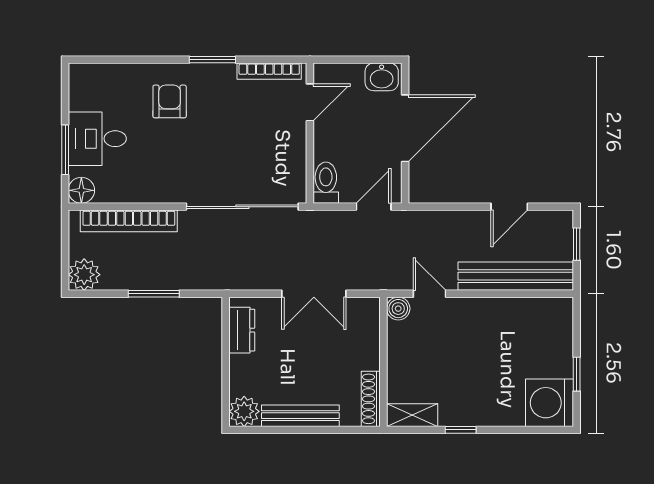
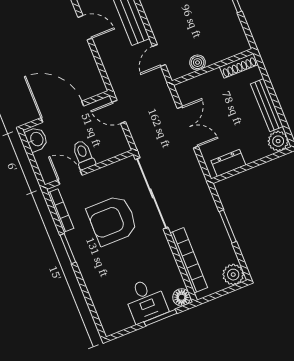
armchair: (170, 101) -> (112, 220), moved, width x1.88, depth x1.88
toilet: (326, 183) -> (83, 155), moved, turned 90
boiler: (398, 309) -> (198, 63), moved
shelving: (412, 415) -> (239, 36), removed

